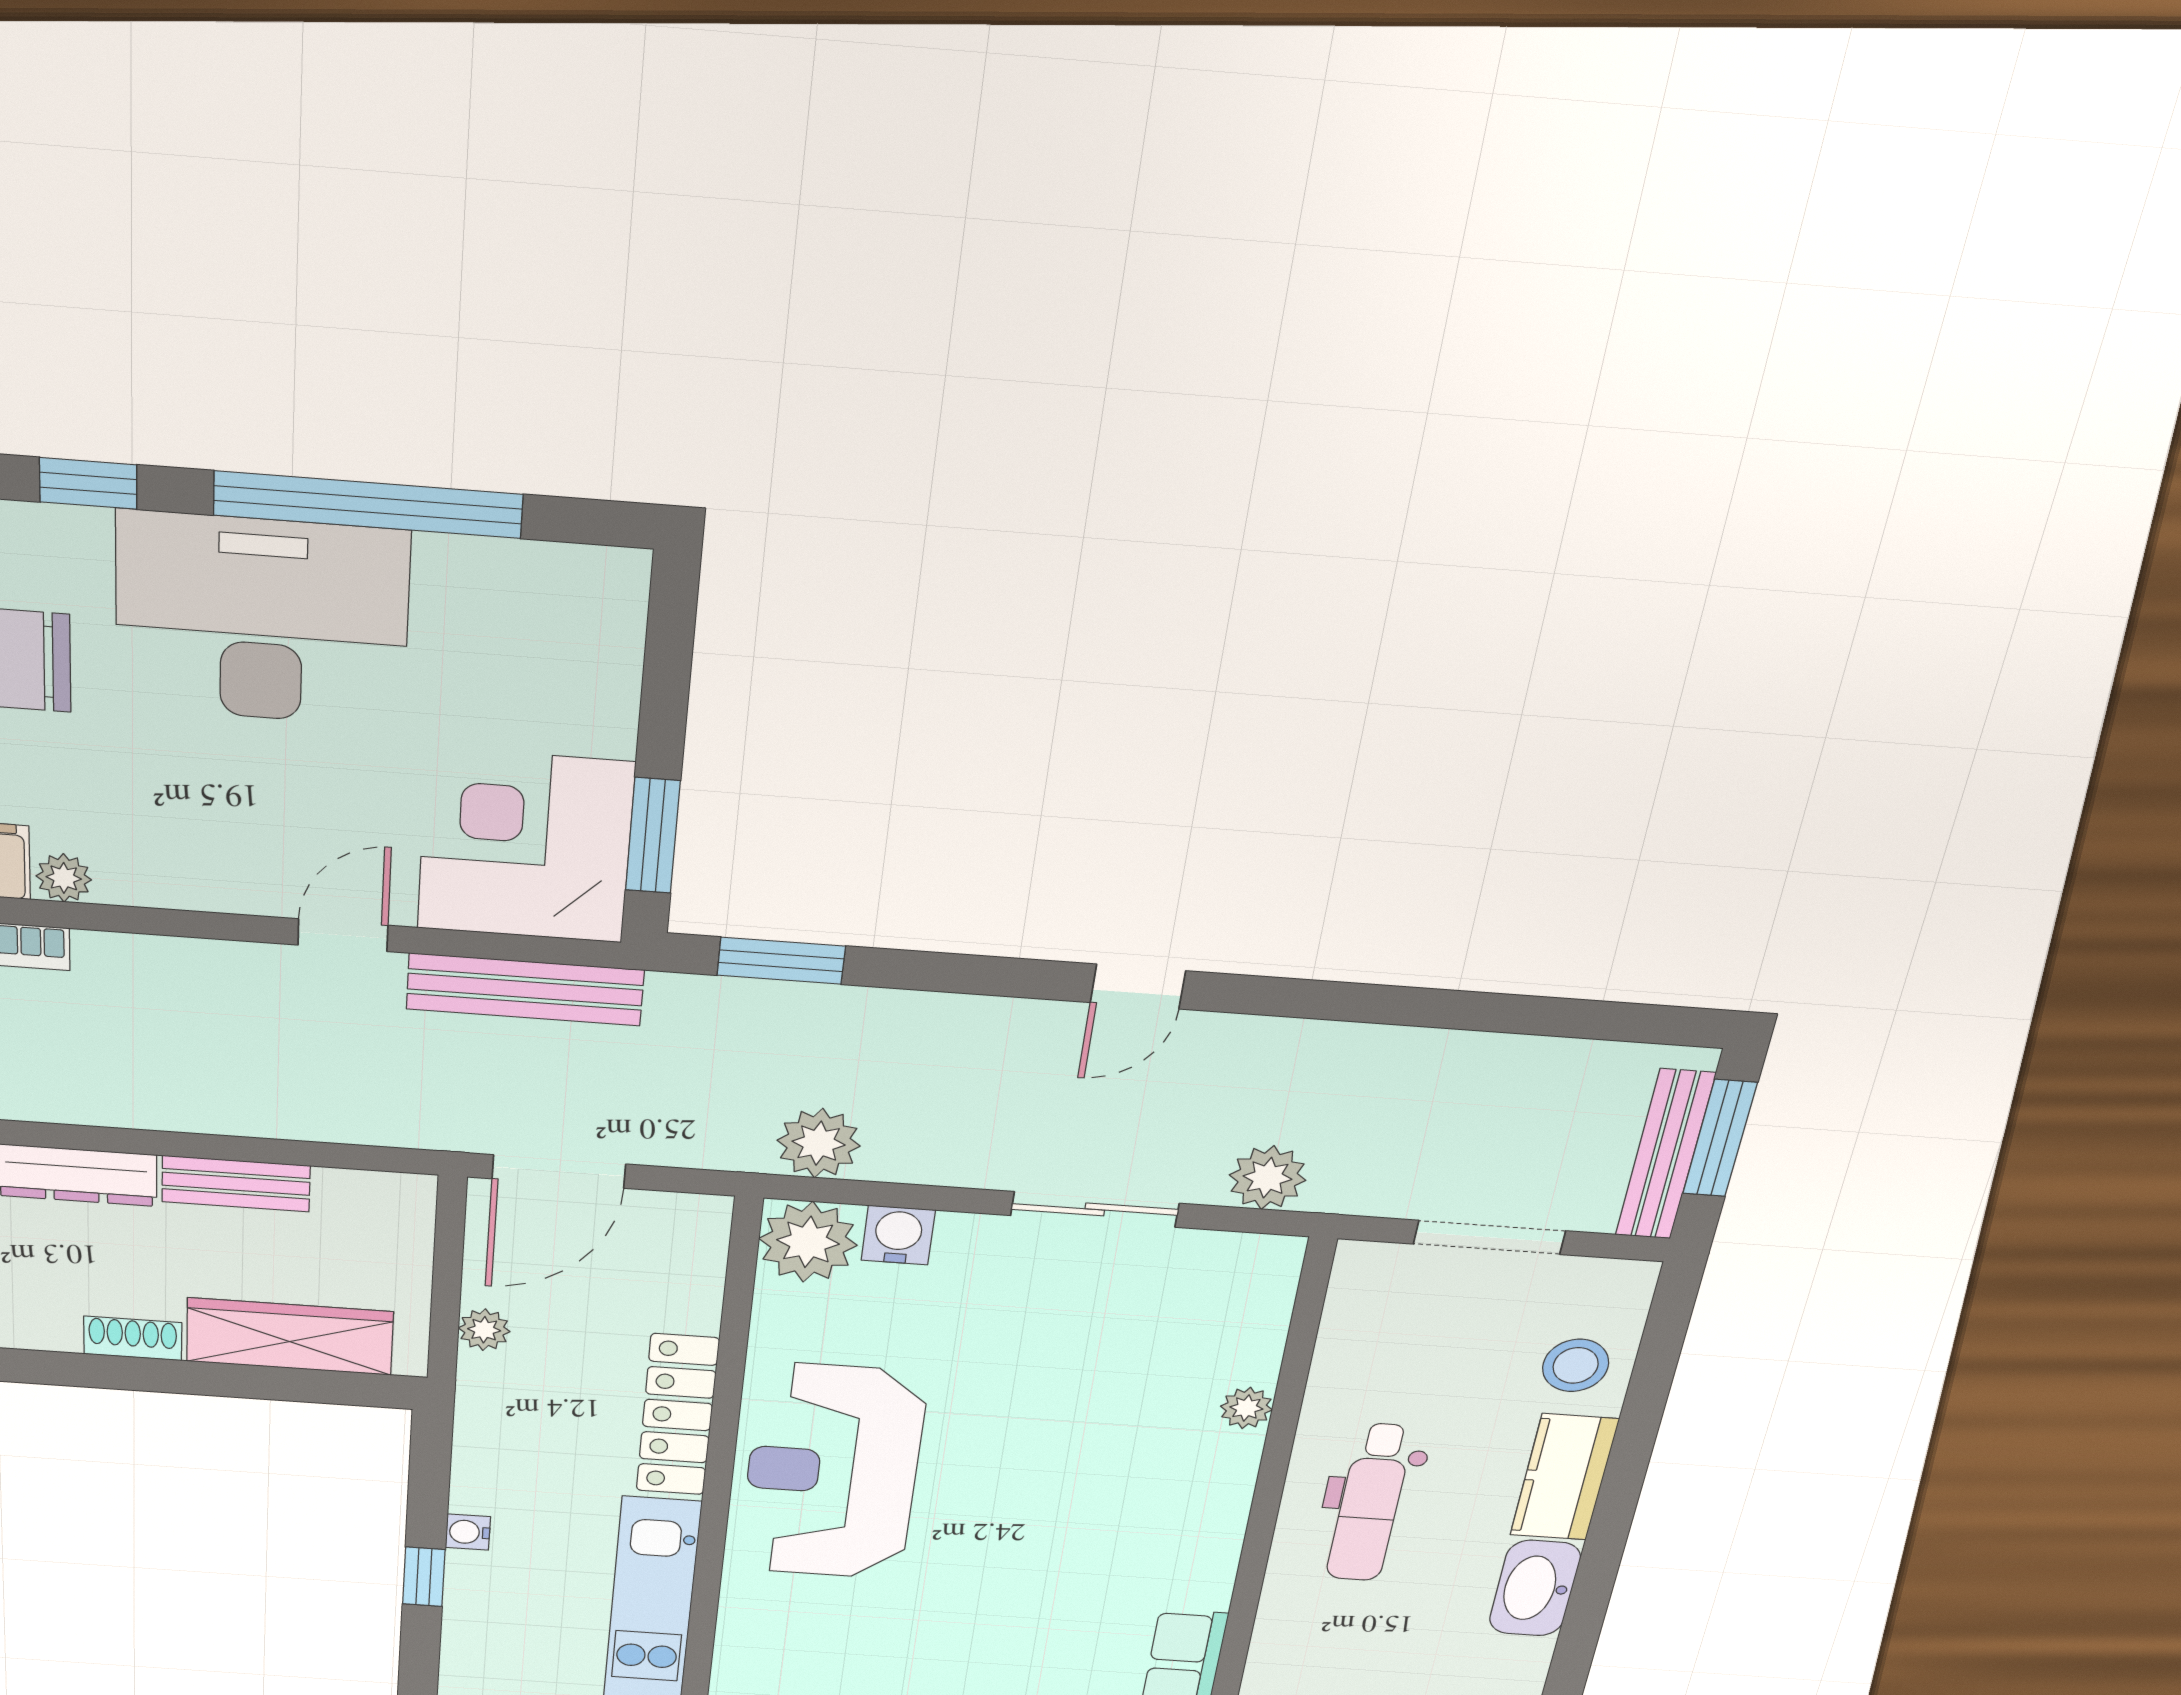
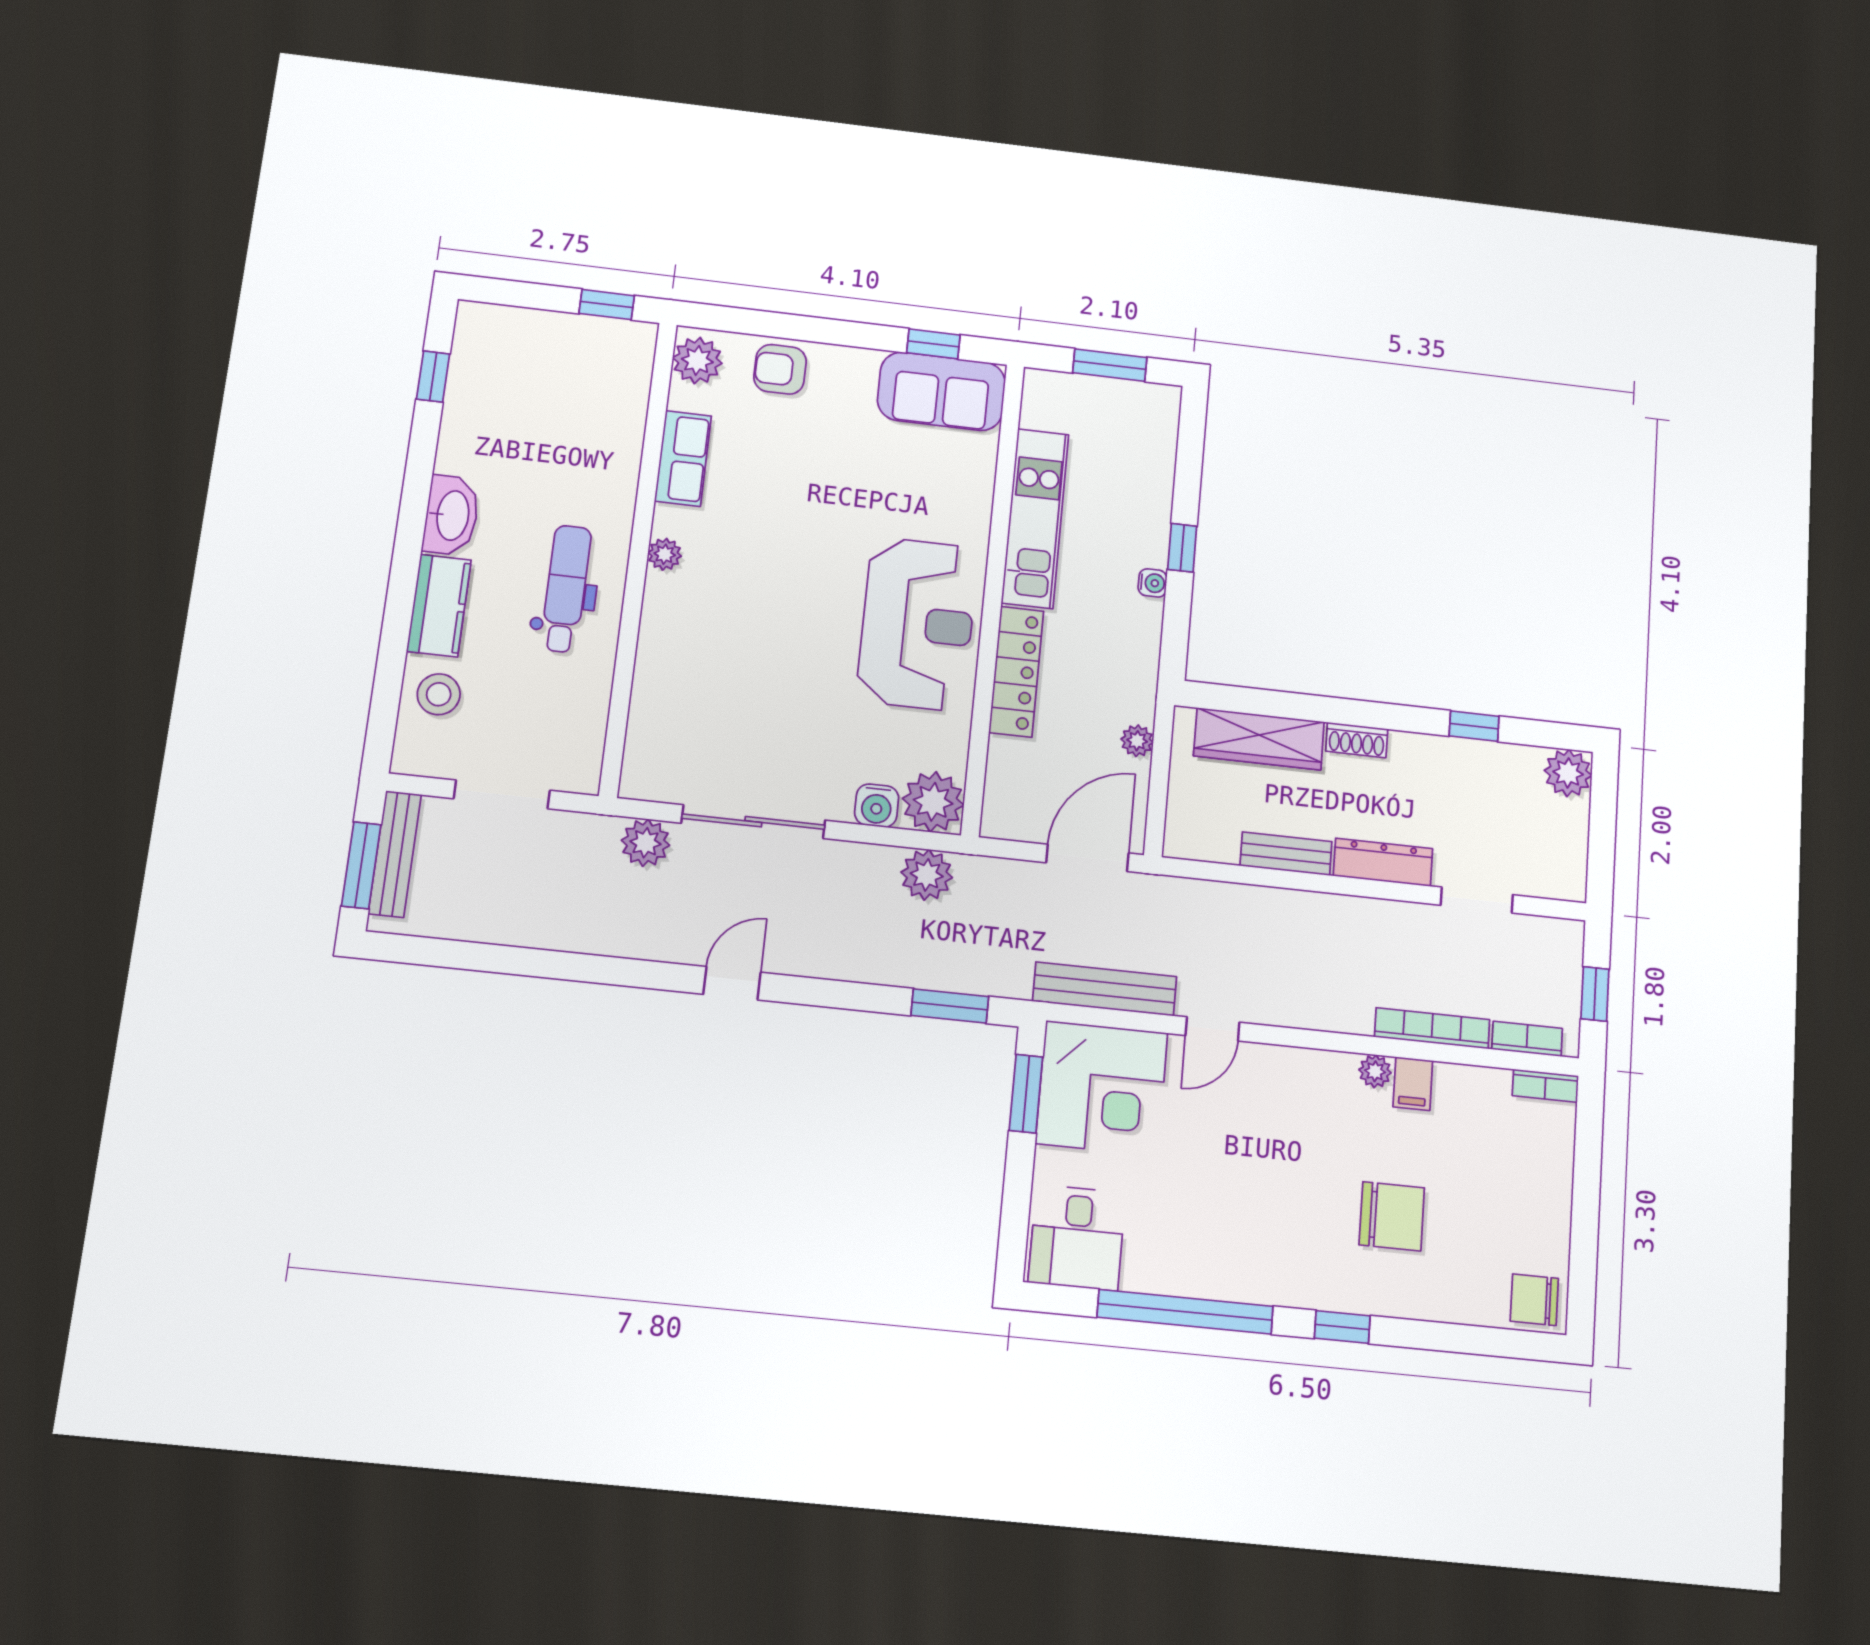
desk: (262, 620) -> (1077, 1238), moved, width x0.53, depth x0.77
sliding door: (1095, 1209) -> (753, 822), width x1.37
plant: (1246, 1408) -> (665, 554), moved

